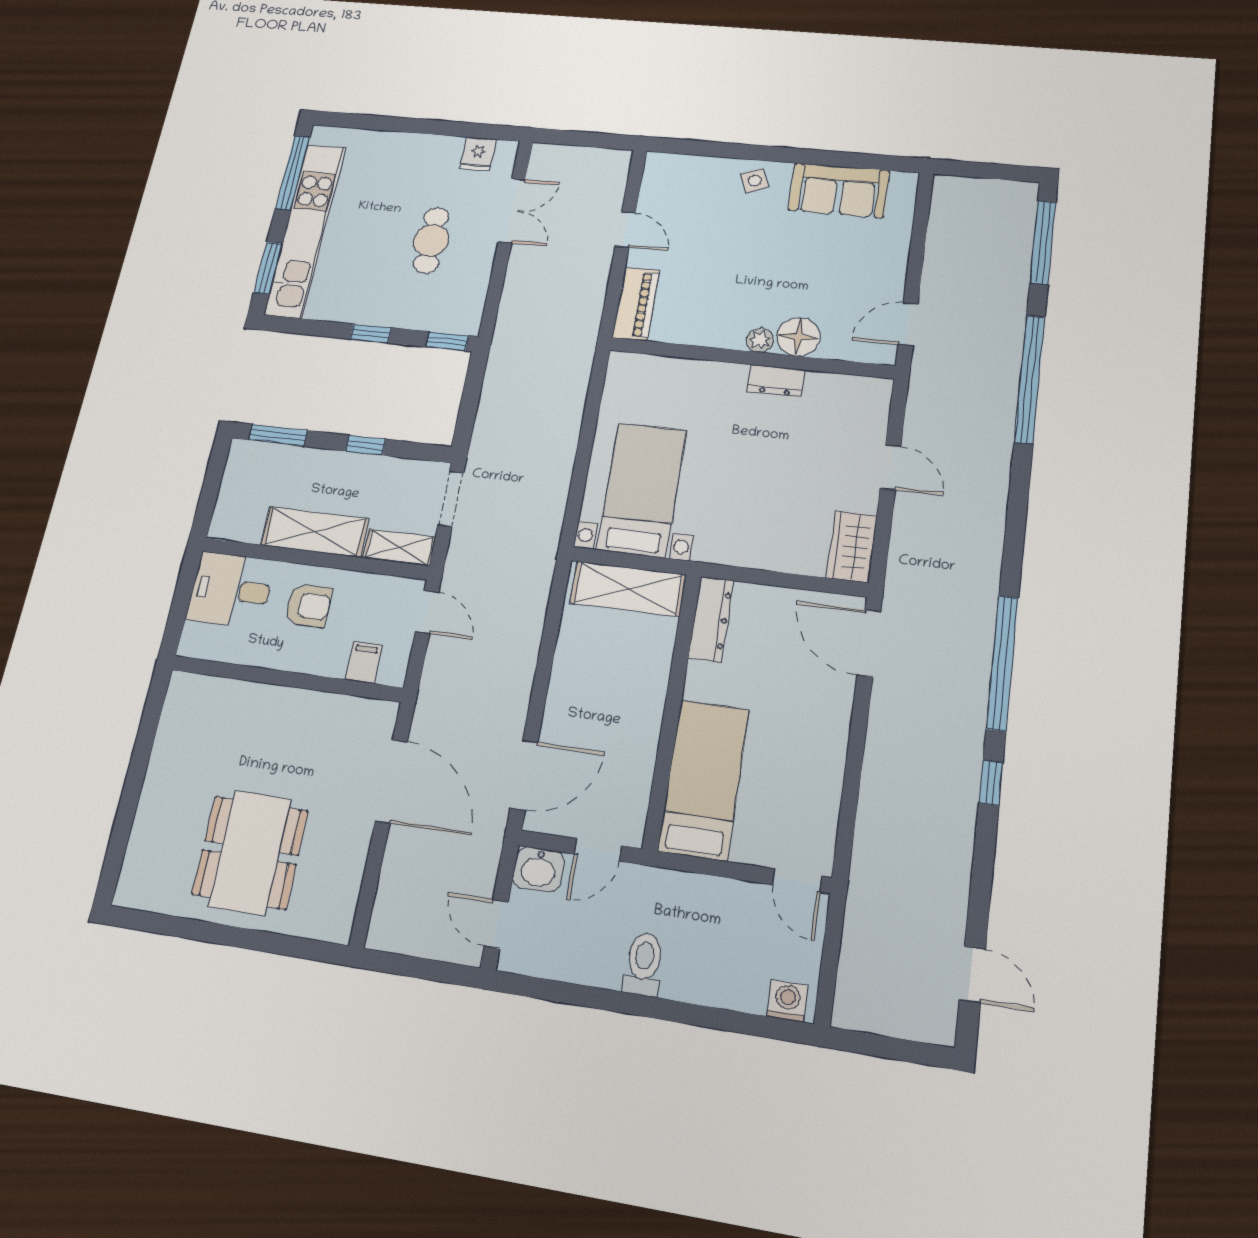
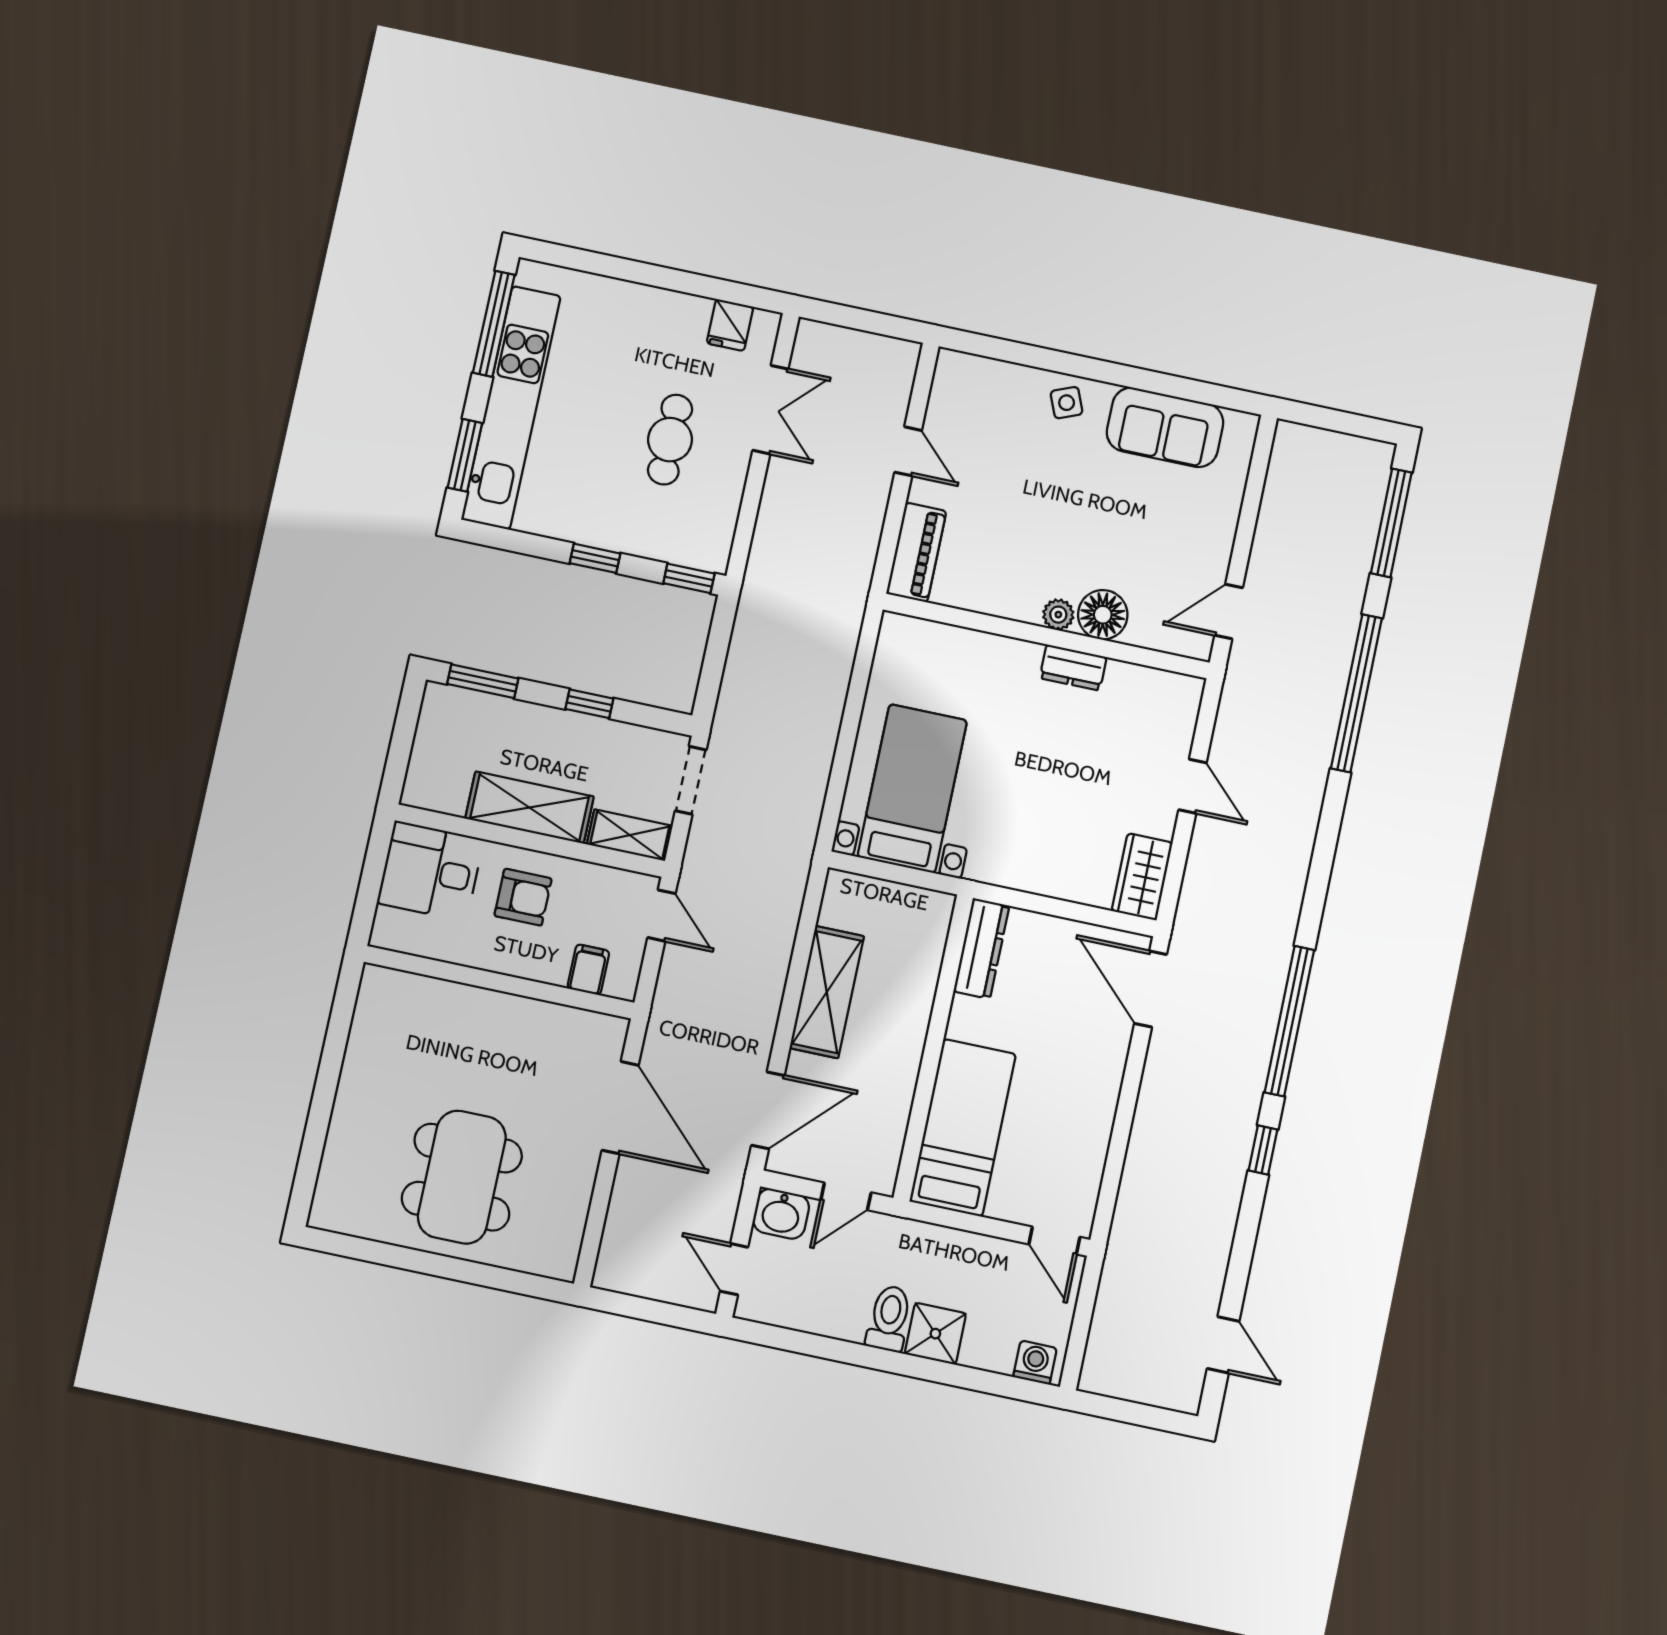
shelving: (628, 589) -> (827, 992), moved, turned 90
shower: (689, 977) -> (935, 1334), added

